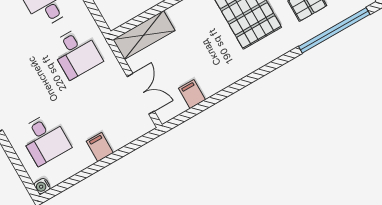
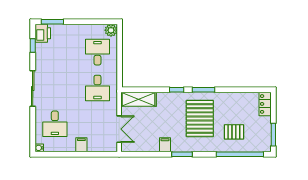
window: (251, 78) -> (182, 154), added
filing cabinet: (192, 94) -> (165, 145), moved

